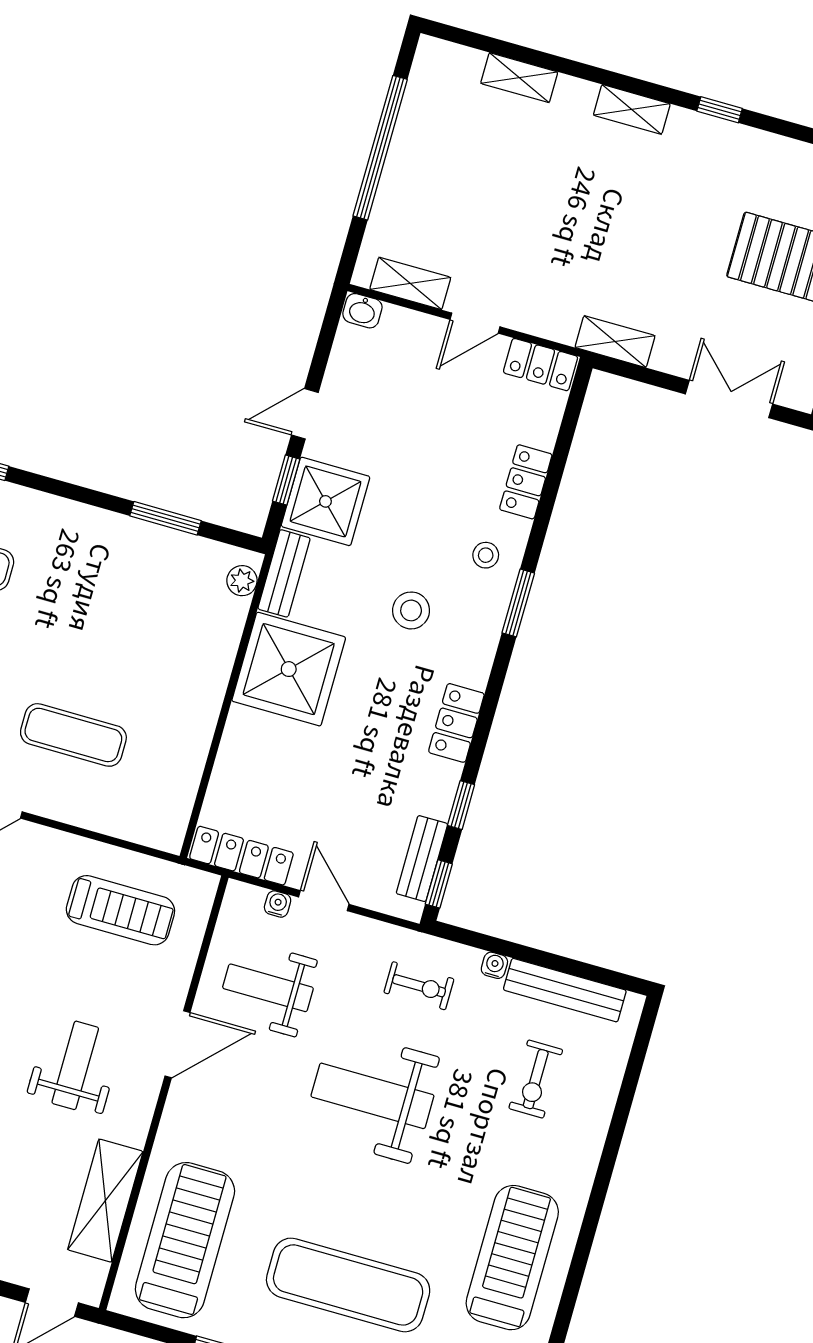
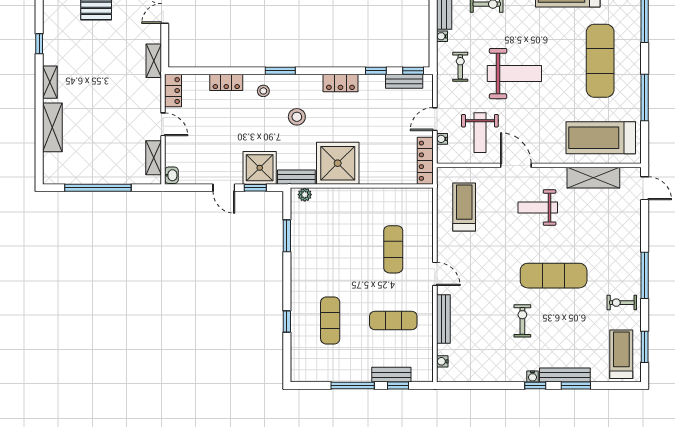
shelving: (519, 78) -> (52, 127), width x1.50, depth x1.33
weight bench: (372, 1096) -> (514, 74), turned -90

